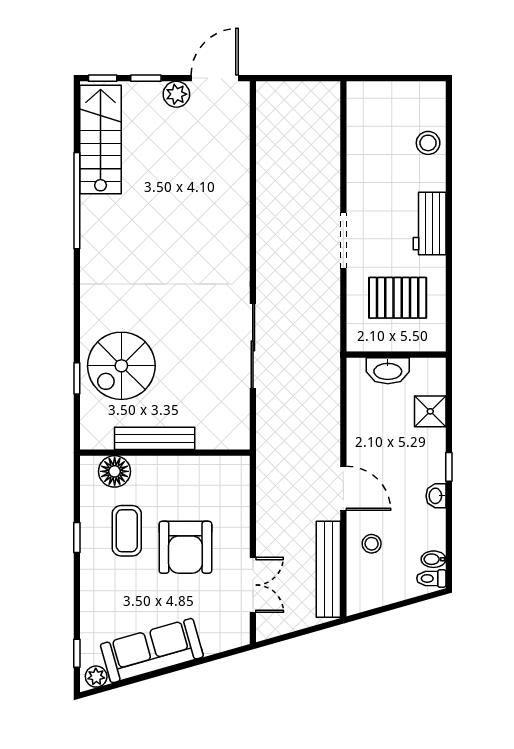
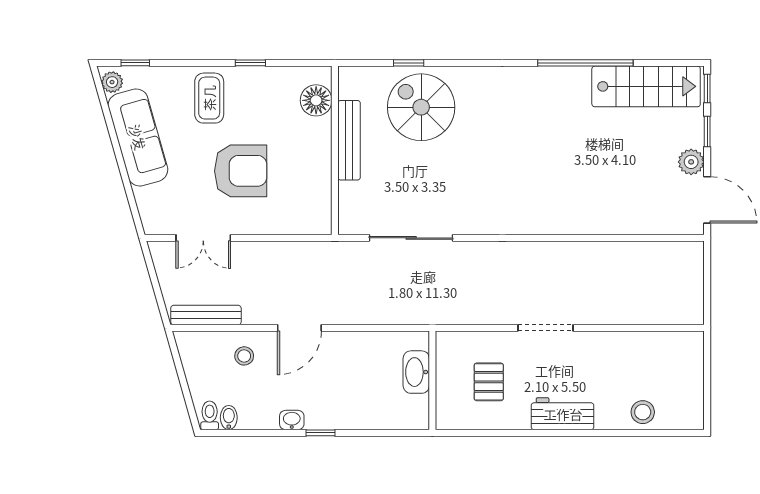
pallet: (398, 298) -> (489, 382), width x0.67, depth x0.71
sliding door: (253, 346) -> (411, 238), moved
shower: (430, 411) -> (376, 414), removed
coffee table: (127, 531) -> (209, 98), moved, turned 90
armchair: (185, 547) -> (241, 171), turned 180
bench: (328, 569) -> (206, 315), width x0.73, depth x0.82

